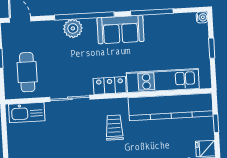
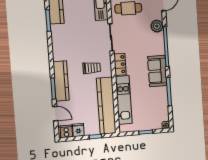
plant: (73, 28) -> (157, 26), moved

